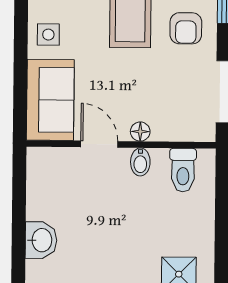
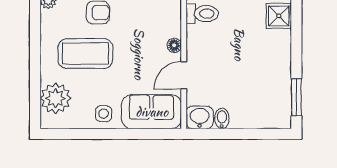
bidet: (140, 162) -> (222, 119), moved, turned -90
washbasin: (41, 240) -> (200, 117), moved

